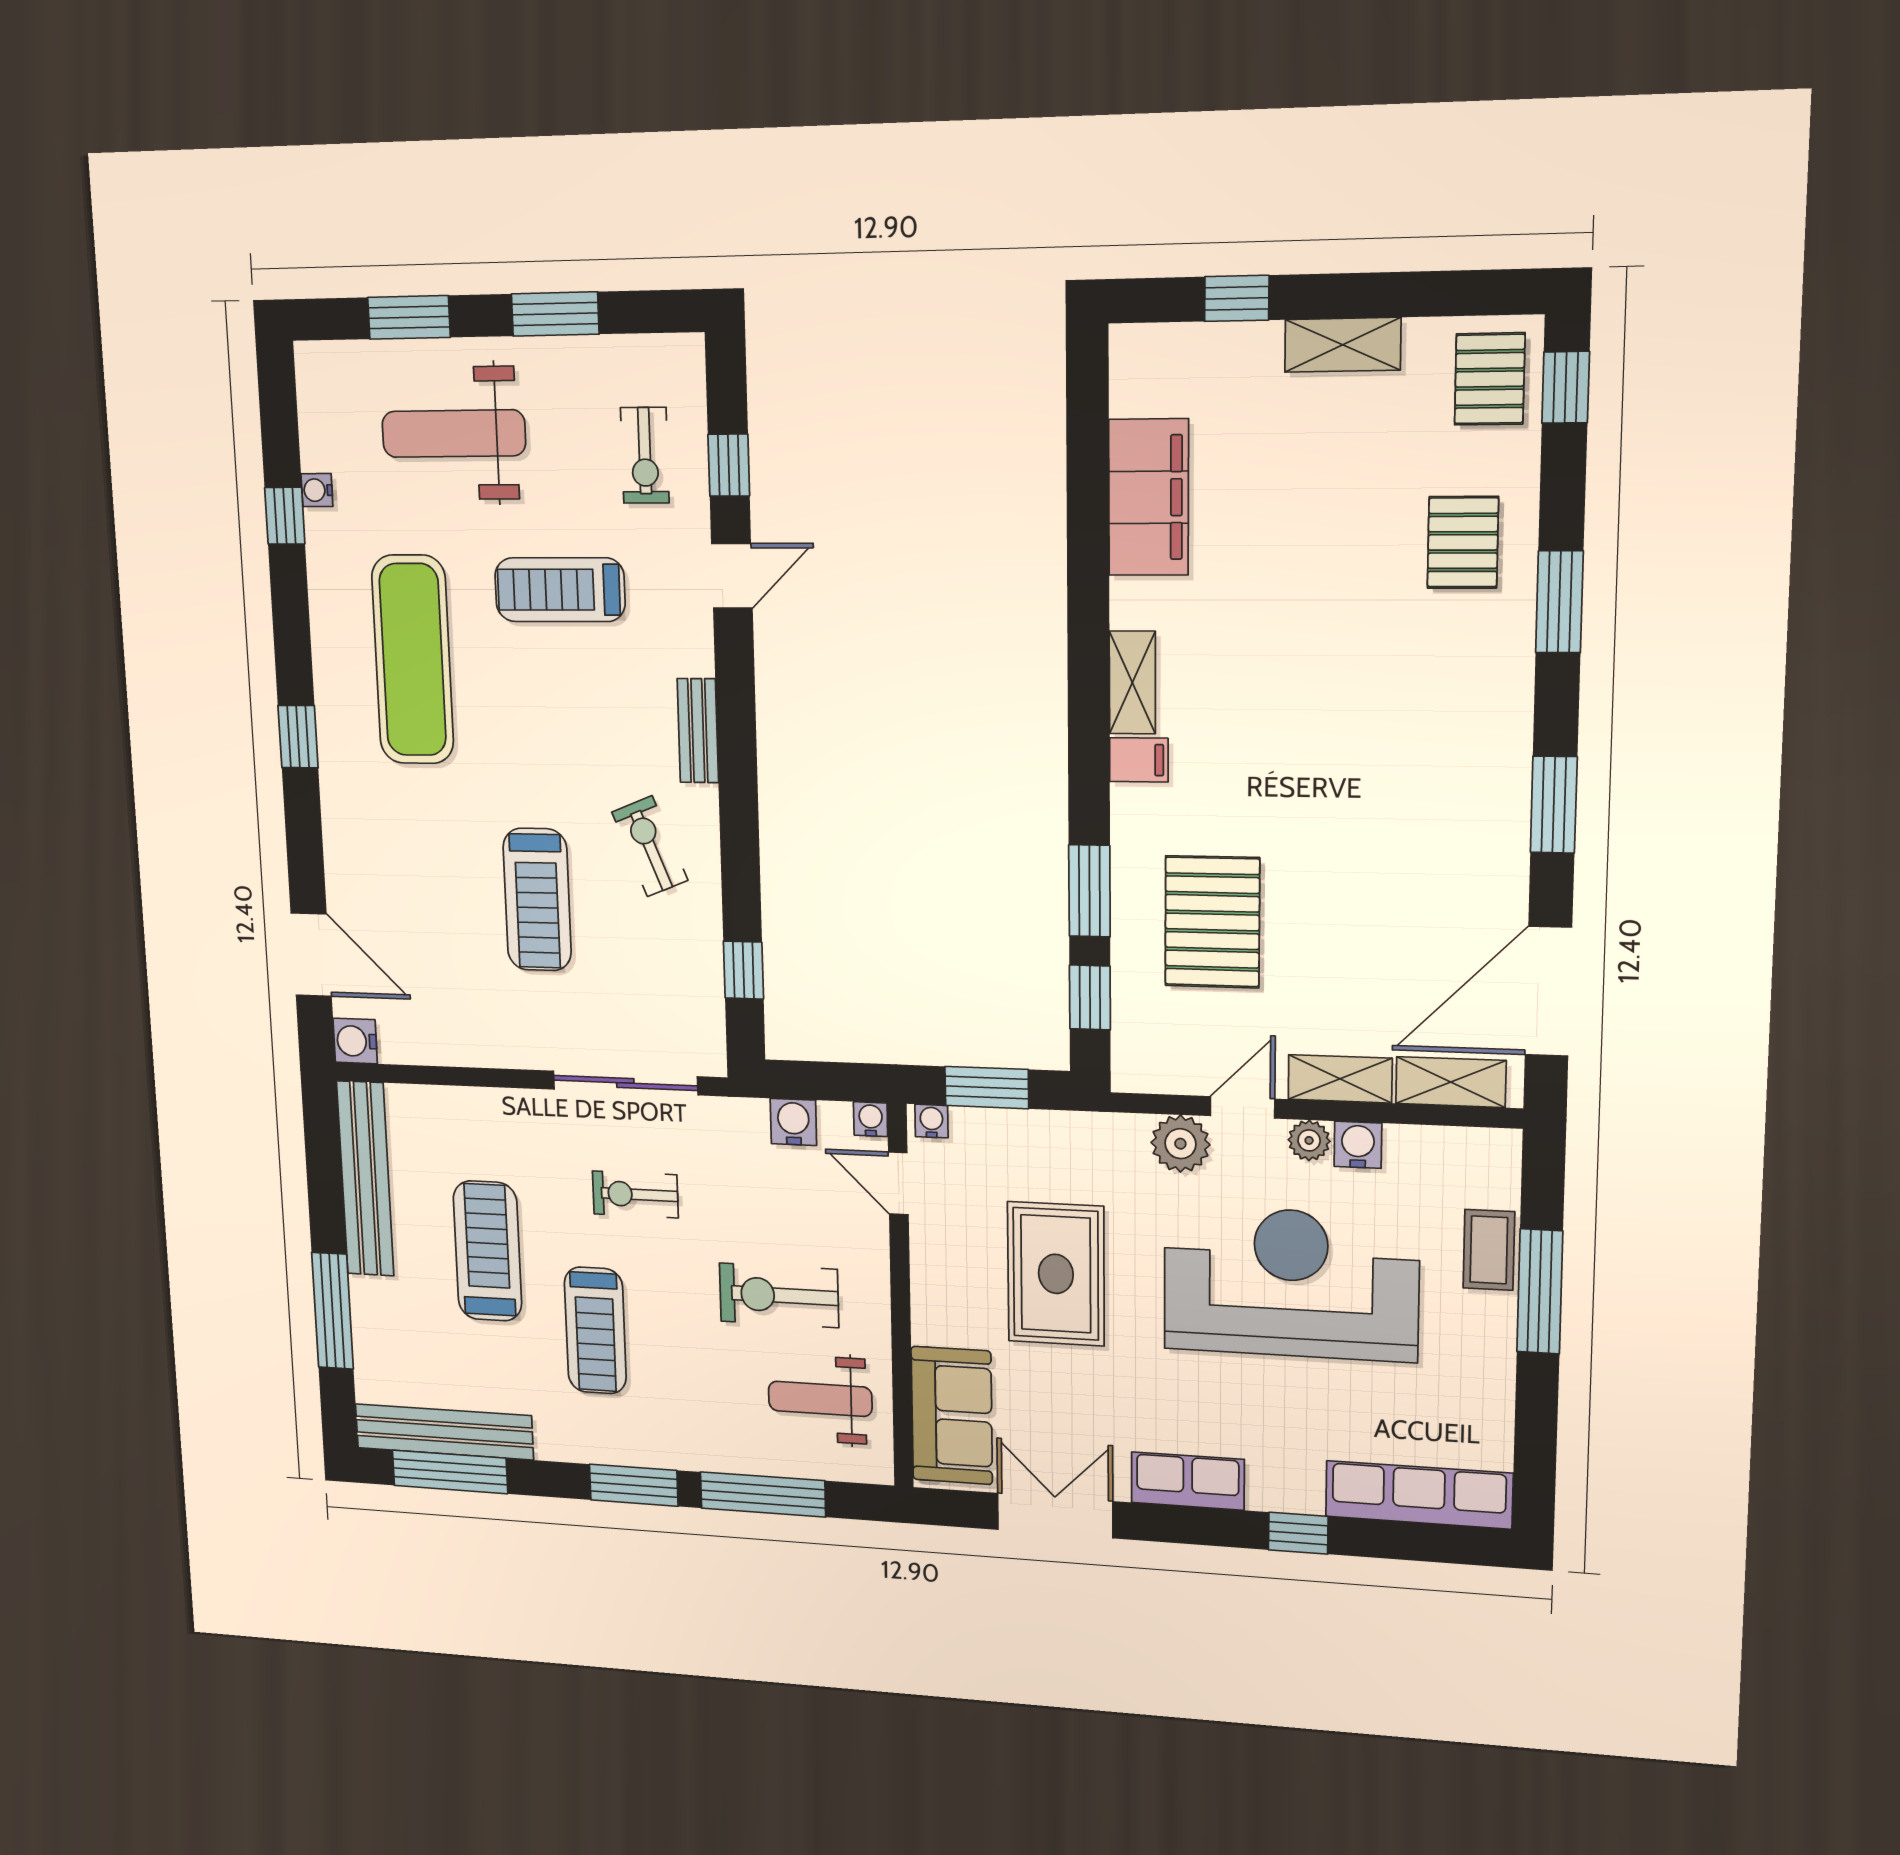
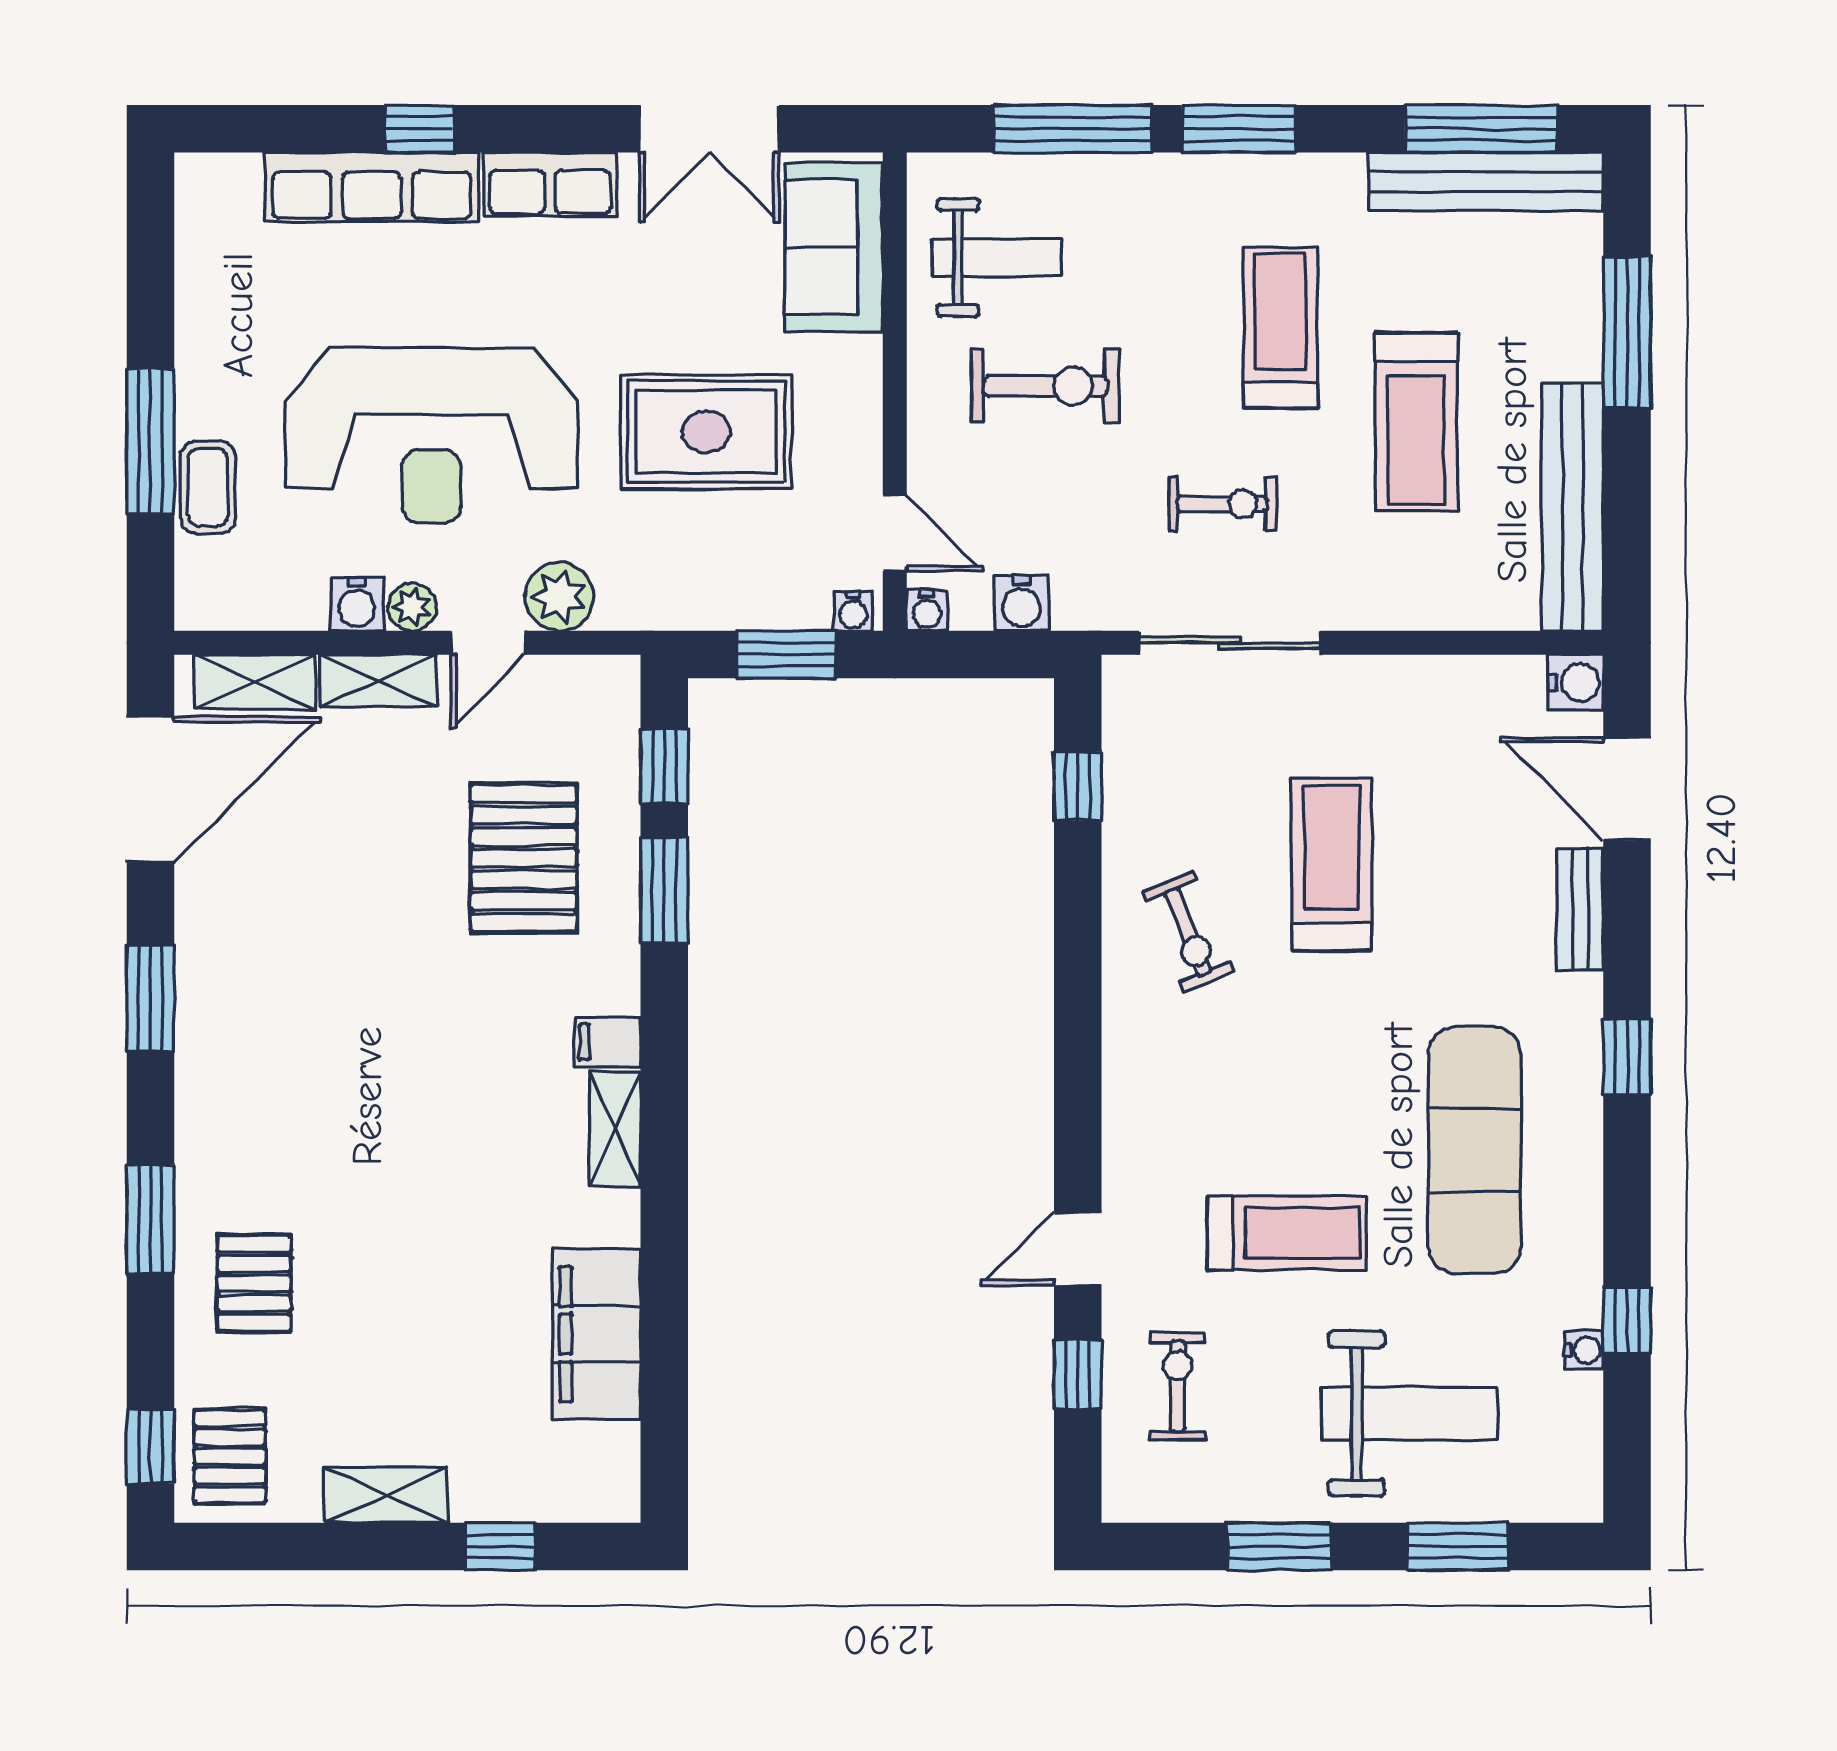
bench: (698, 731) -> (1580, 910), moved
rug: (1056, 1274) -> (706, 432), turned 90
row of seats: (1419, 1495) -> (372, 187), moved

